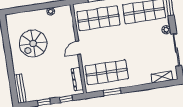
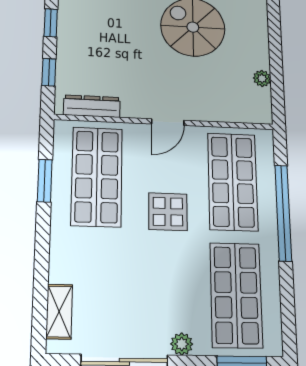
display table: (116, 42) -> (168, 212), added
door: (78, 48) -> (168, 122), swing flipped

